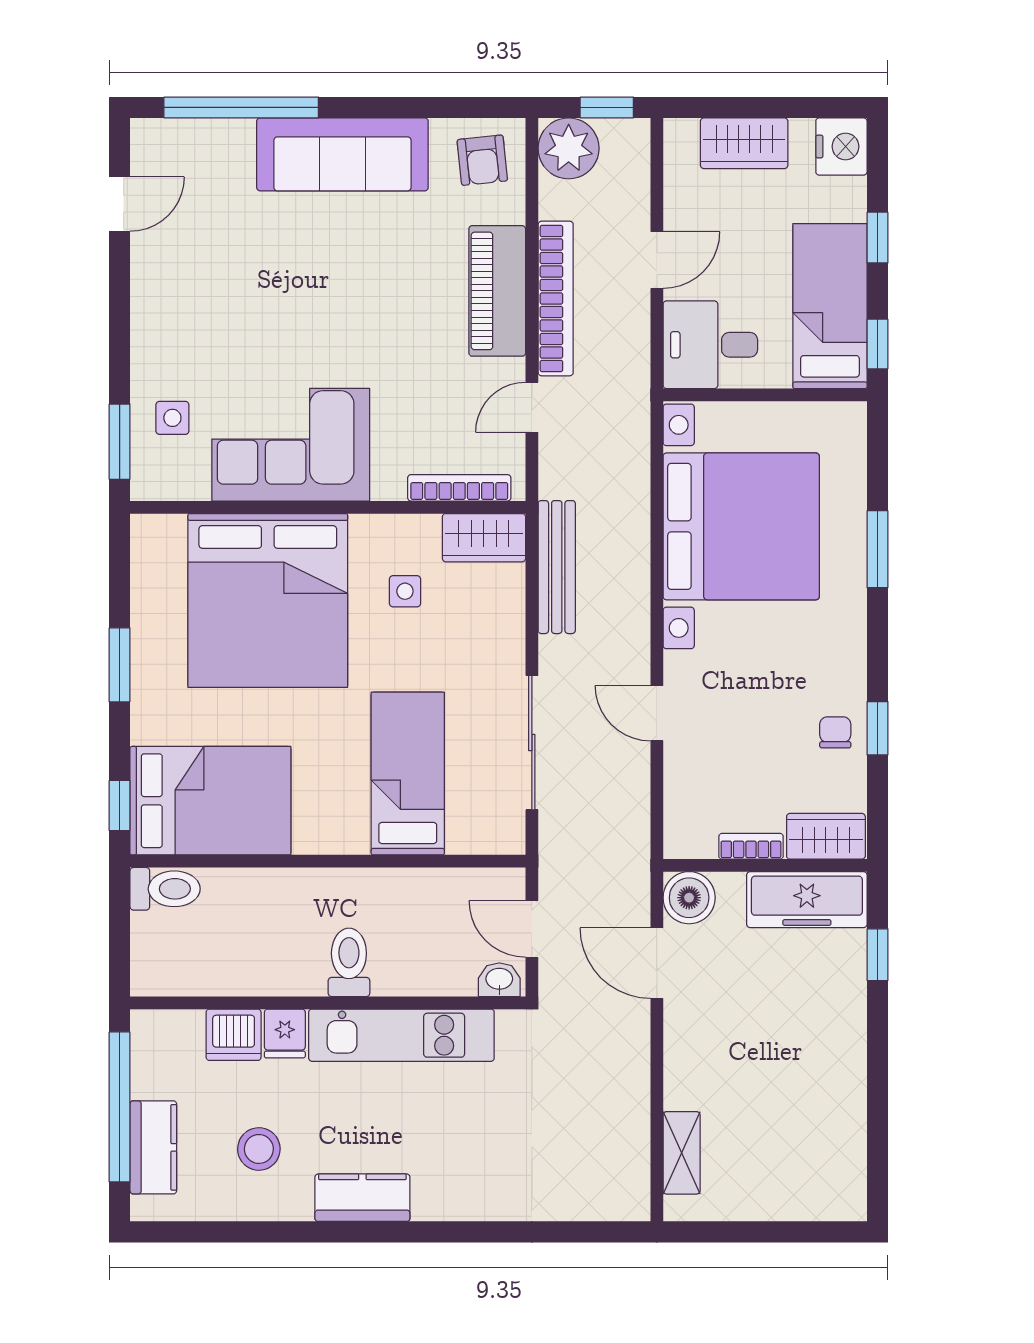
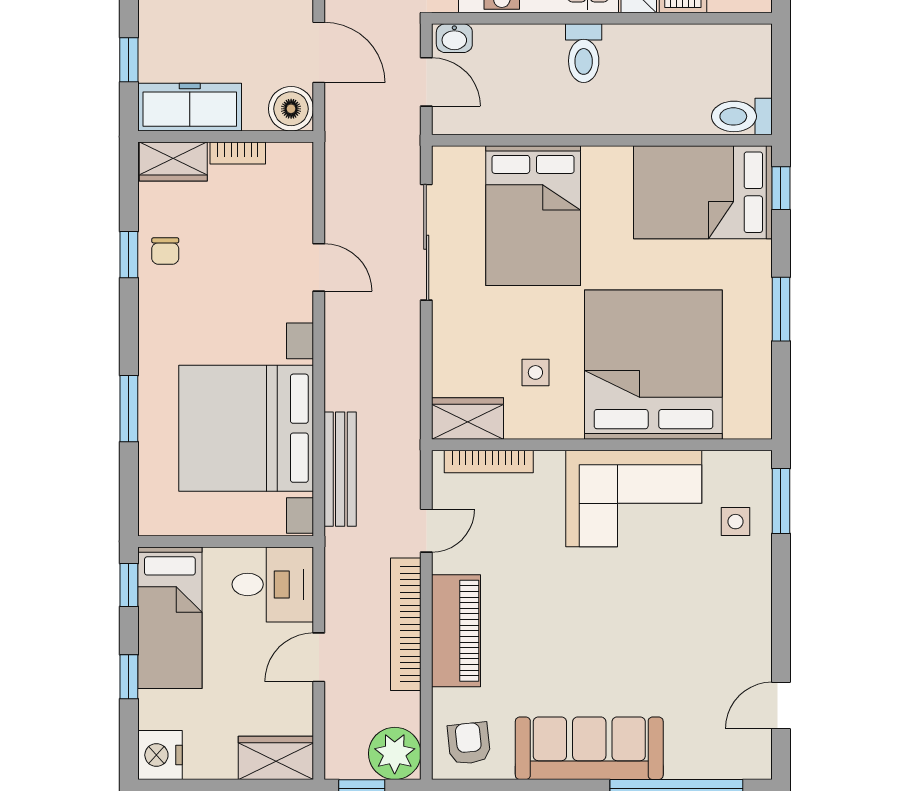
wardrobe: (744, 143) -> (276, 758), moved
bench: (557, 567) -> (340, 469), moved
bed: (408, 774) -> (533, 216), width x1.50

